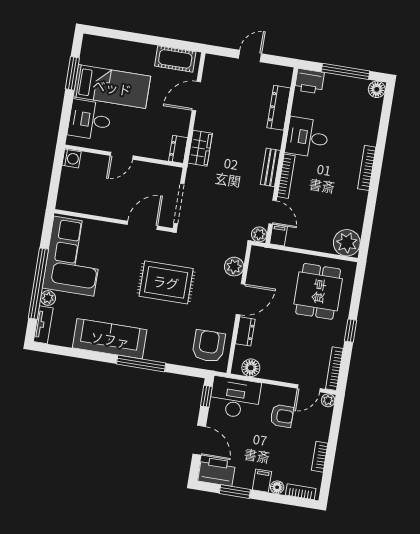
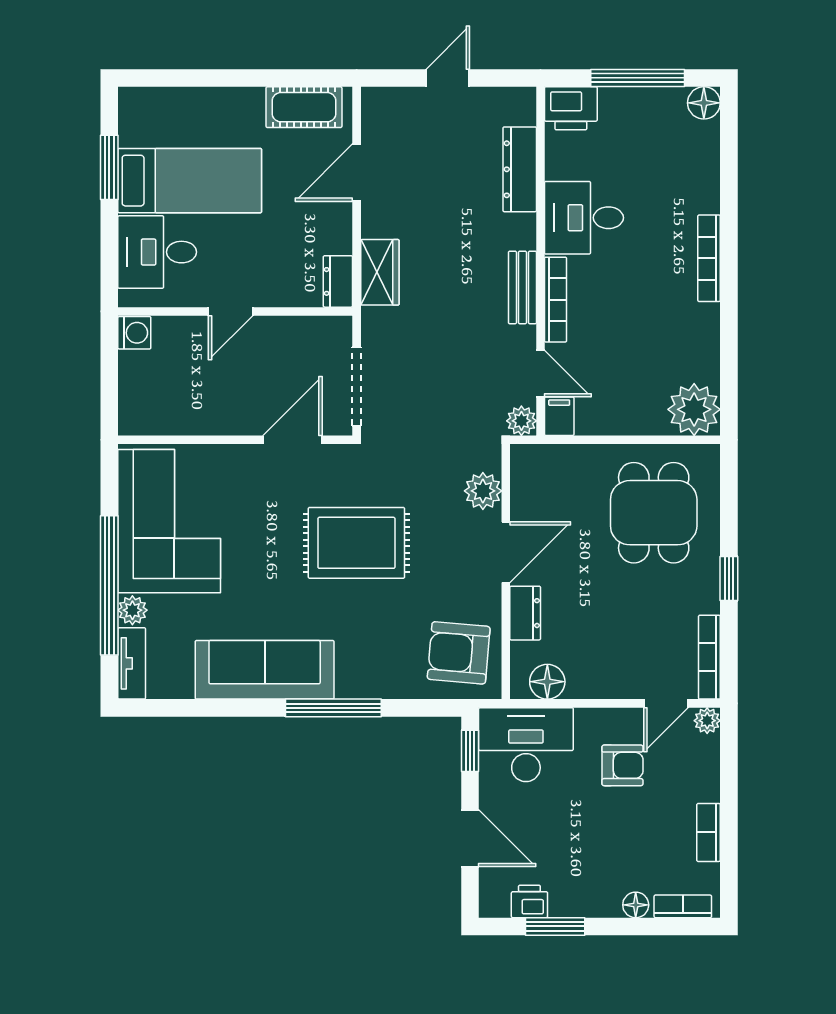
armchair: (209, 346) -> (459, 653), turned -85
printer: (217, 472) -> (529, 901), width x0.53, depth x0.68
filing cabinet: (262, 481) -> (604, 897), removed

